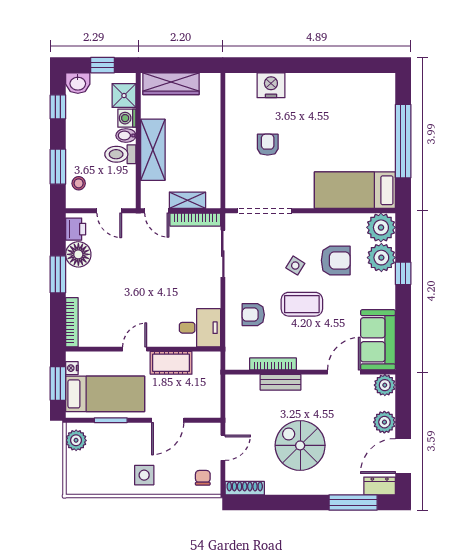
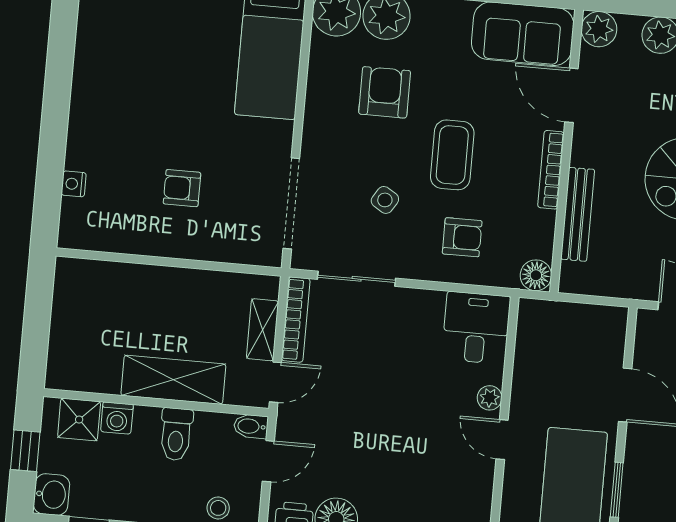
wardrobe: (171, 84) -> (66, 340), removed
nightstand: (271, 85) -> (74, 184), width x0.53, depth x0.56
bidet: (126, 135) -> (251, 426), moved, turned 90
side table: (295, 266) -> (385, 200), moved
armchair: (253, 315) -> (462, 237), turned -90
plant: (159, 339) -> (490, 398), added
floor lamp: (234, 361) -> (536, 275), added
cot: (171, 363) -> (530, 381), removed
bookcase: (273, 364) -> (551, 170), moved
bench: (280, 382) -> (578, 214), width x1.36

